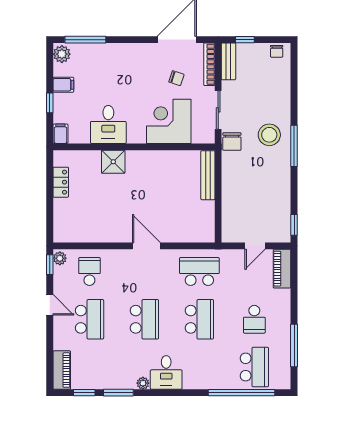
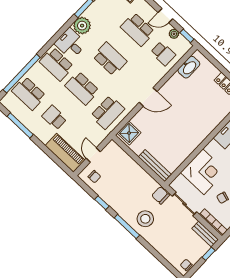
shower: (113, 162) -> (129, 133), moved
chair: (275, 224) -> (94, 177), added
window: (294, 225) -> (102, 203), moved
washbasin: (79, 233) -> (189, 67), added
plant: (60, 258) -> (174, 34), moved
piano: (282, 269) -> (65, 153), width x1.37, depth x1.33
school desk: (144, 319) -> (110, 59), turned 180
school desk: (199, 367) -> (57, 64), added
plant: (143, 383) -> (82, 26), width x1.88, depth x1.88

